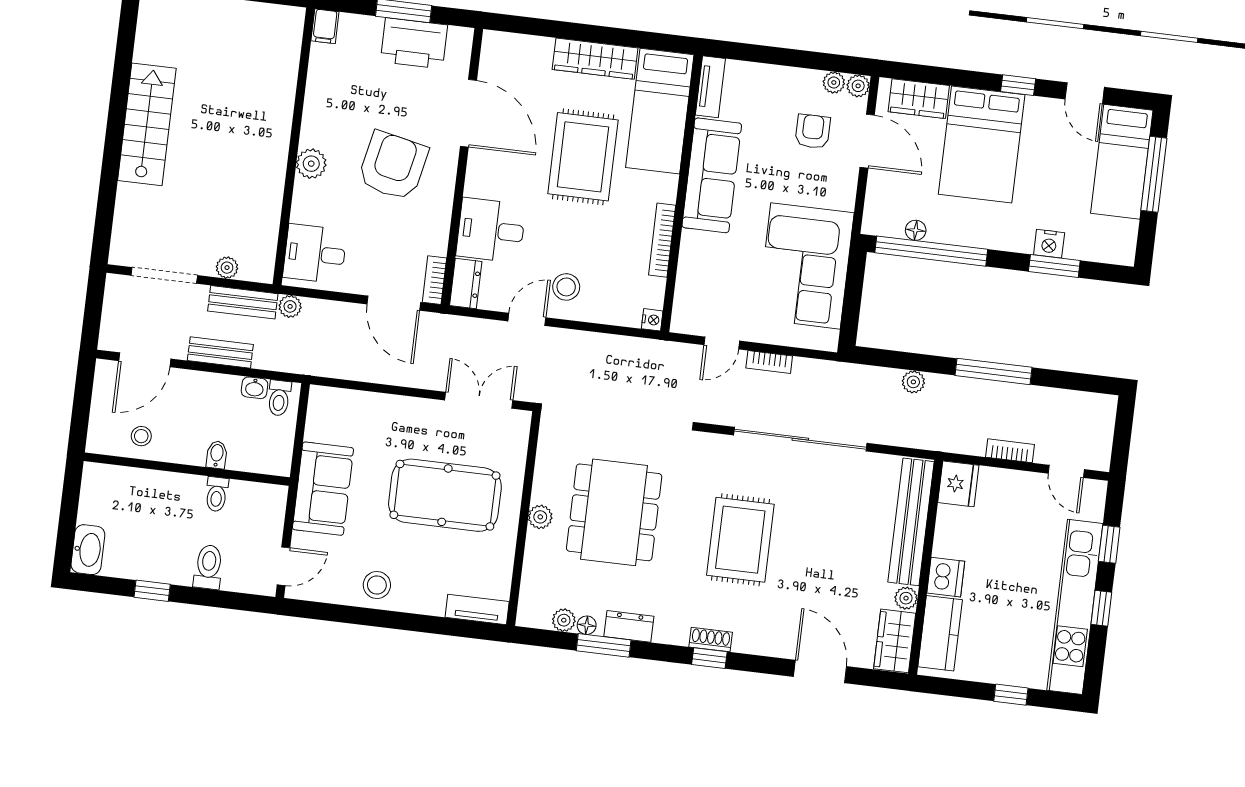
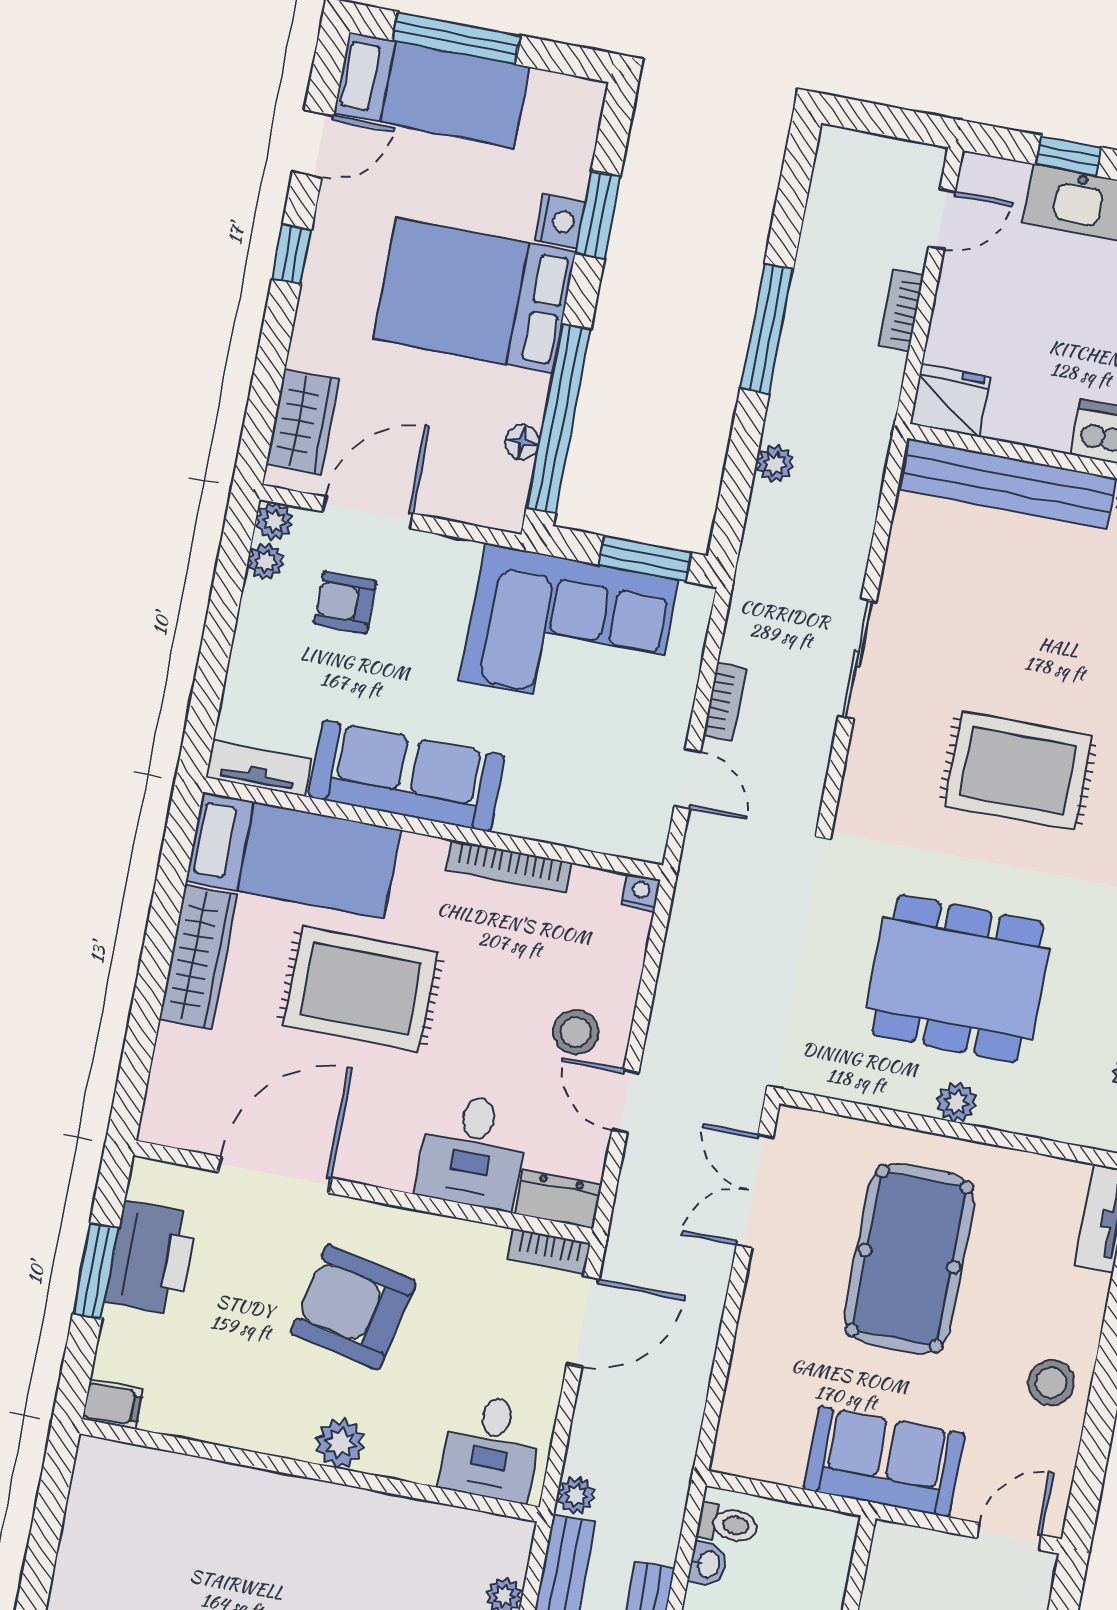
bed: (982, 144) -> (475, 295), moved, turned 180
window: (851, 308) -> (645, 559), added
sliding door: (800, 439) -> (857, 659), width x0.54
door: (283, 566) -> (1009, 1537), hinge flipped

